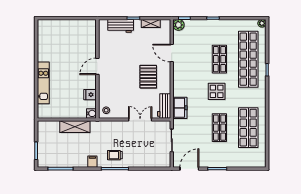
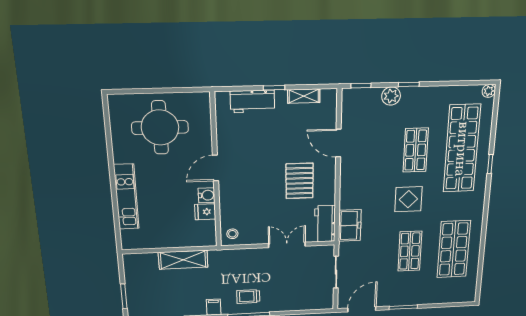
plant: (178, 25) -> (391, 96), moved
round table: (66, 40) -> (160, 128), added
water cooler: (91, 113) -> (207, 195), moved

